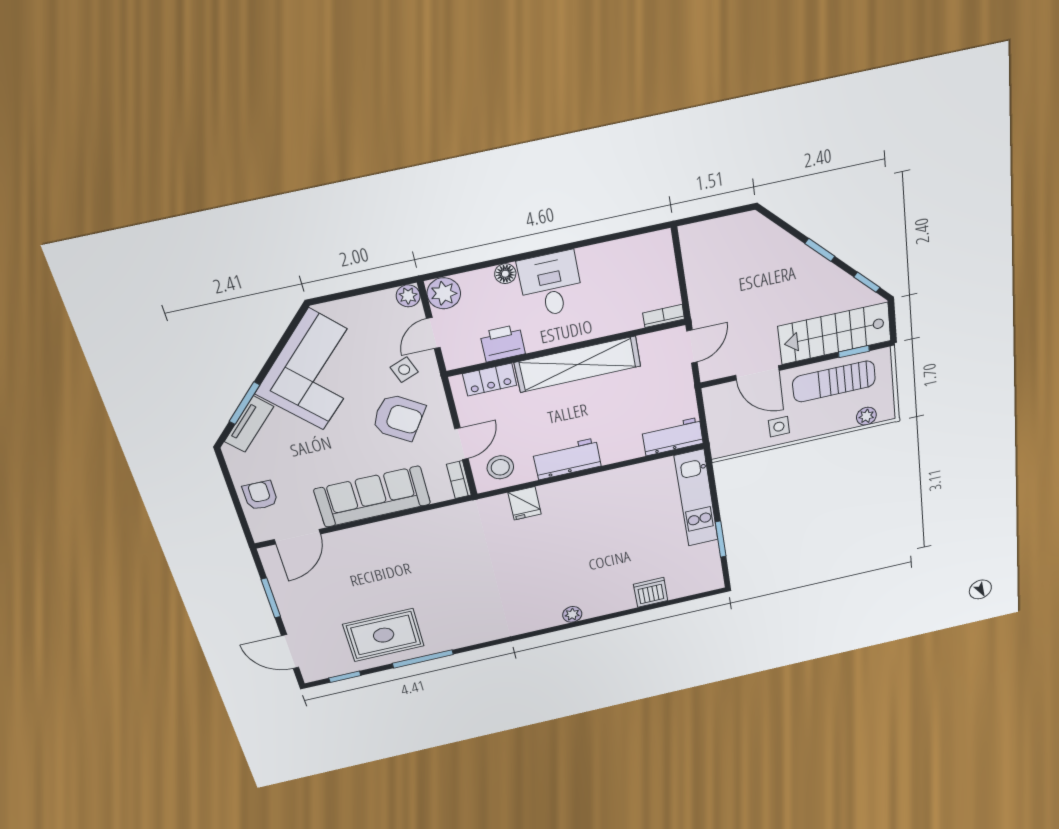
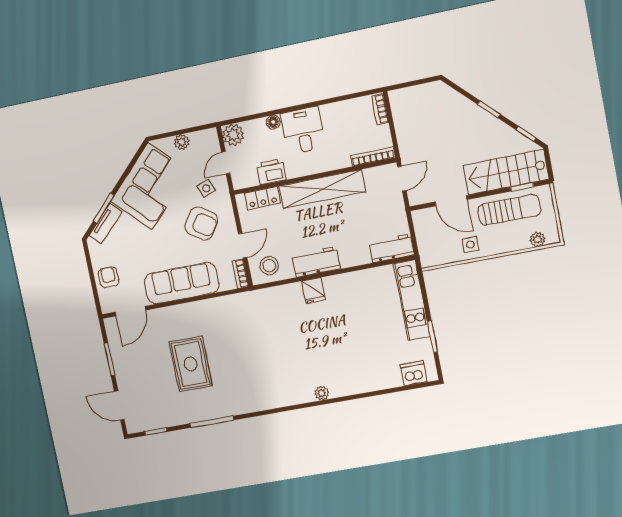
bookcase: (666, 252) -> (380, 109), added
plant: (408, 296) -> (182, 142), moved
bookcase: (664, 316) -> (373, 157), width x1.56
sun lounger: (834, 381) -> (509, 210), turned 180
fridge: (525, 503) -> (313, 291), moved
dishwasher: (651, 592) -> (413, 373), moved
rug: (384, 635) -> (191, 364), moved, turned 90

